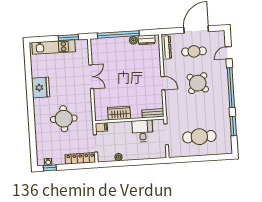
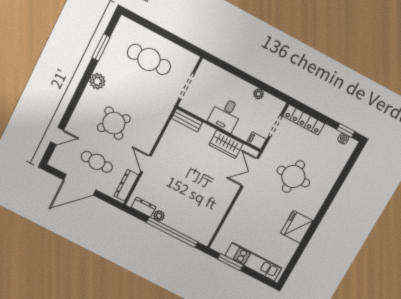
double door: (91, 77) -> (250, 172), moved
door: (163, 83) -> (146, 164), moved
window: (231, 88) -> (78, 94), removed
plant: (223, 103) -> (97, 81), added
desk: (143, 131) -> (226, 115), moved

